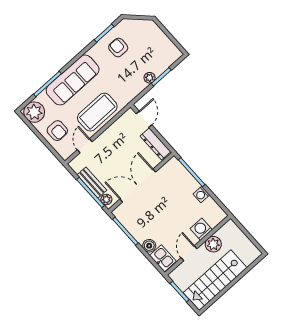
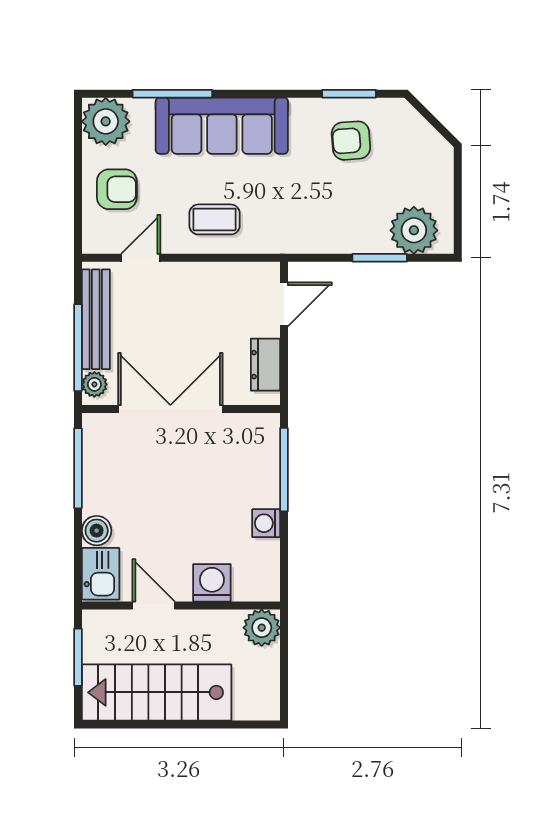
armchair: (118, 48) -> (351, 141), turned -94
plant: (150, 78) -> (414, 230), moved, width x1.87, depth x1.87
coffee table: (97, 112) -> (215, 219), width x0.54, depth x0.58
armchair: (57, 131) -> (117, 189), turned -90
dresser: (155, 144) -> (265, 365), width x0.70
bench: (92, 183) -> (96, 319), width x1.36
plant: (213, 244) -> (262, 628), moved
door: (189, 253) -> (154, 605), hinge flipped

